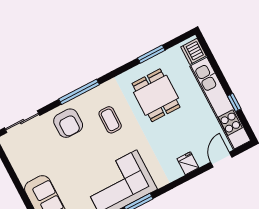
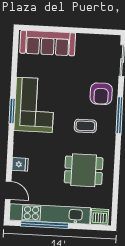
window: (151, 54) -> (116, 185), removed
window: (234, 102) -> (44, 225), width x3.17
armchair: (68, 123) -> (101, 94), turned -90

